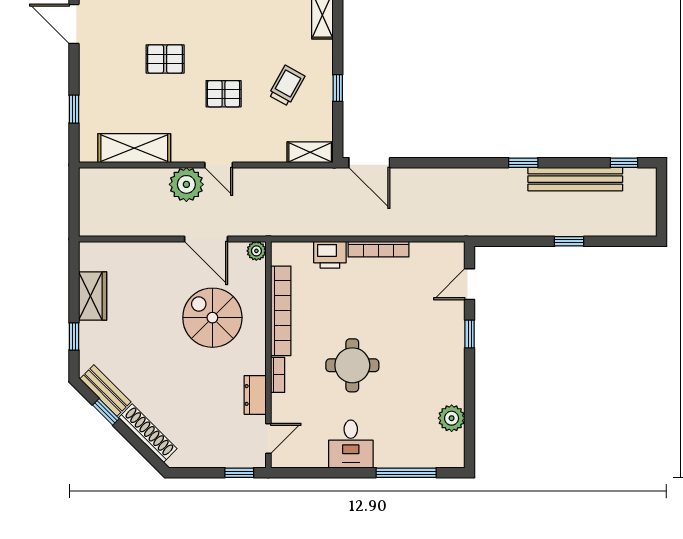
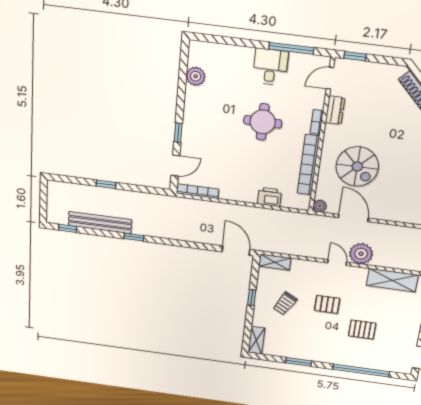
bookcase: (378, 249) -> (198, 191), moved
window: (406, 473) -> (291, 48), moved

